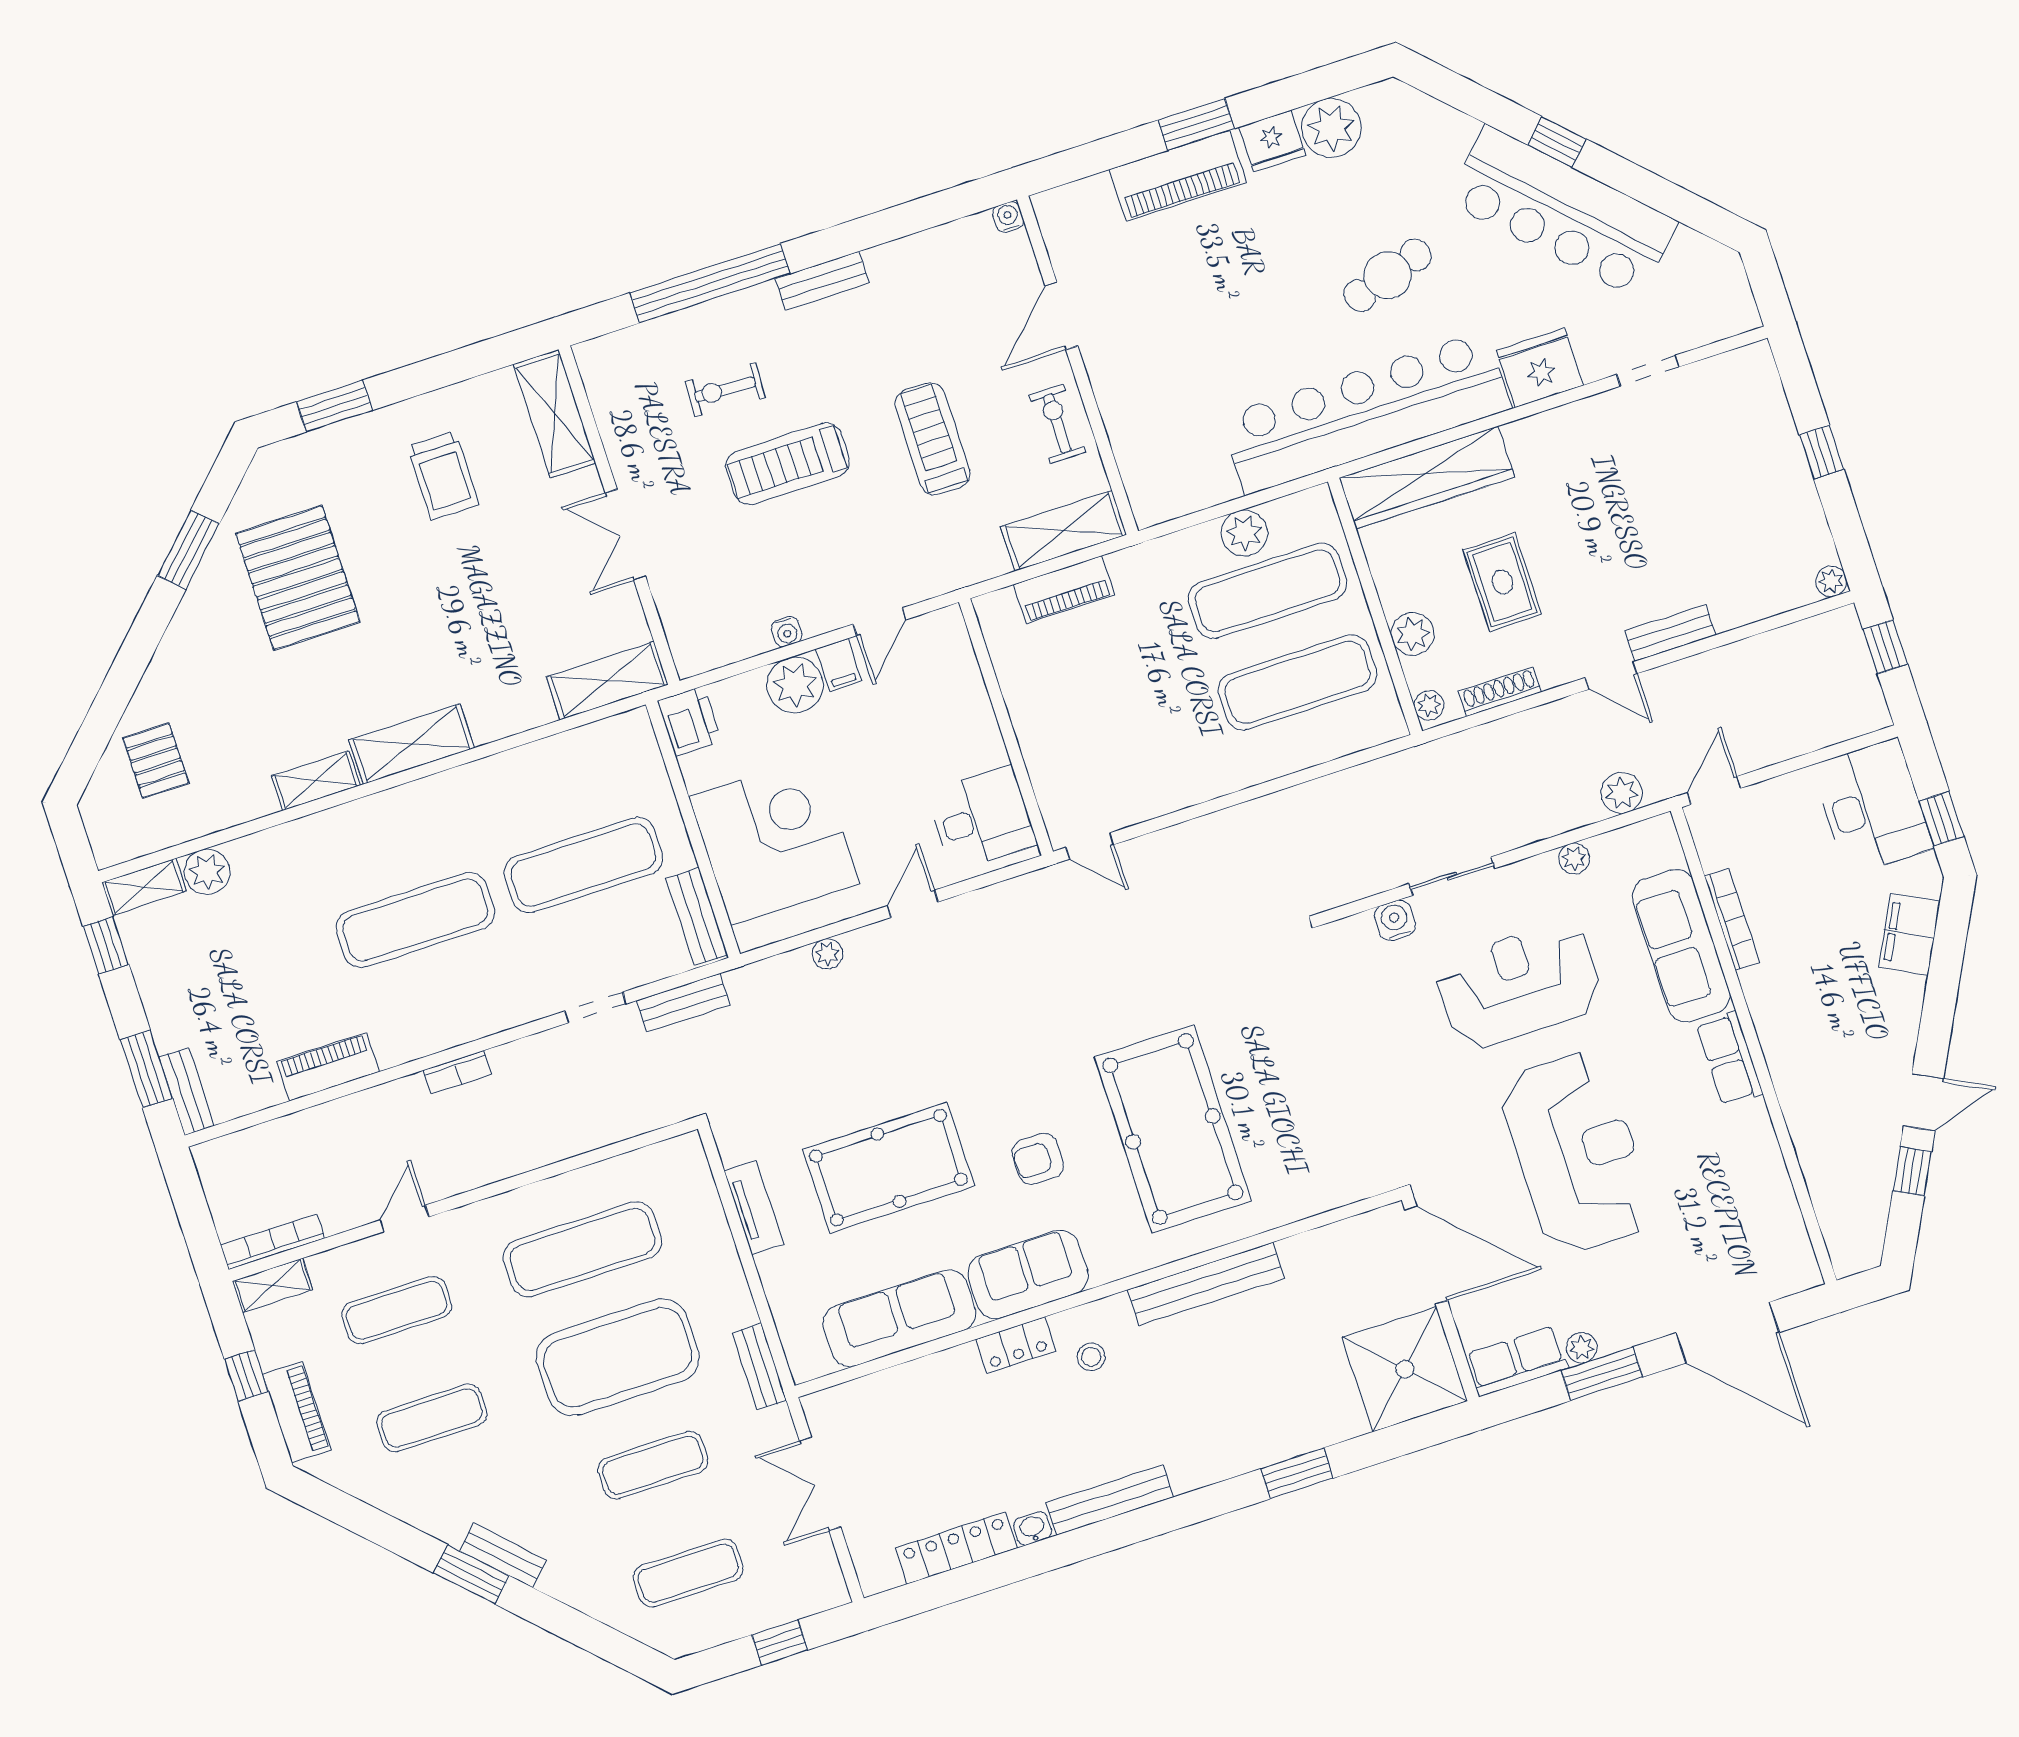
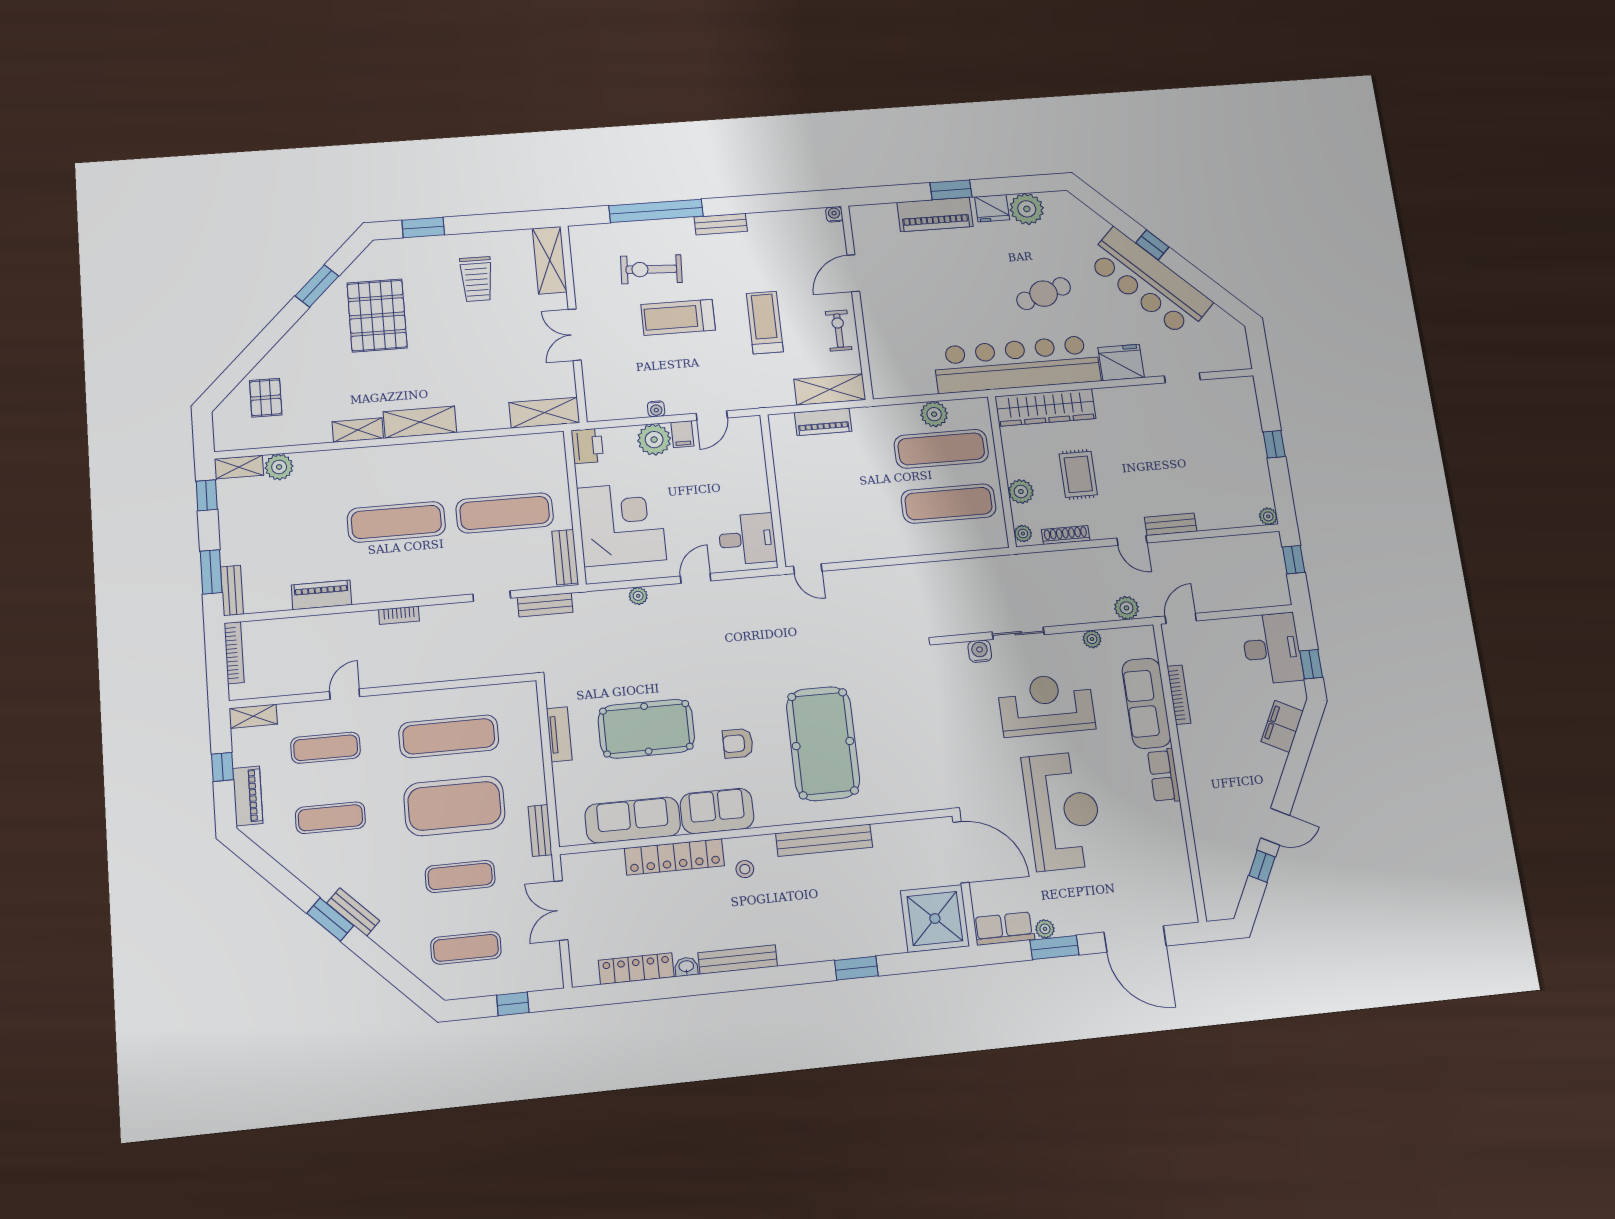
exercise bike: (725, 389) -> (651, 269), width x1.38, depth x1.39
bookcase: (273, 1242) -> (234, 653), moved, turned 90
locker: (1016, 1345) -> (674, 857), width x2.16, depth x1.21

